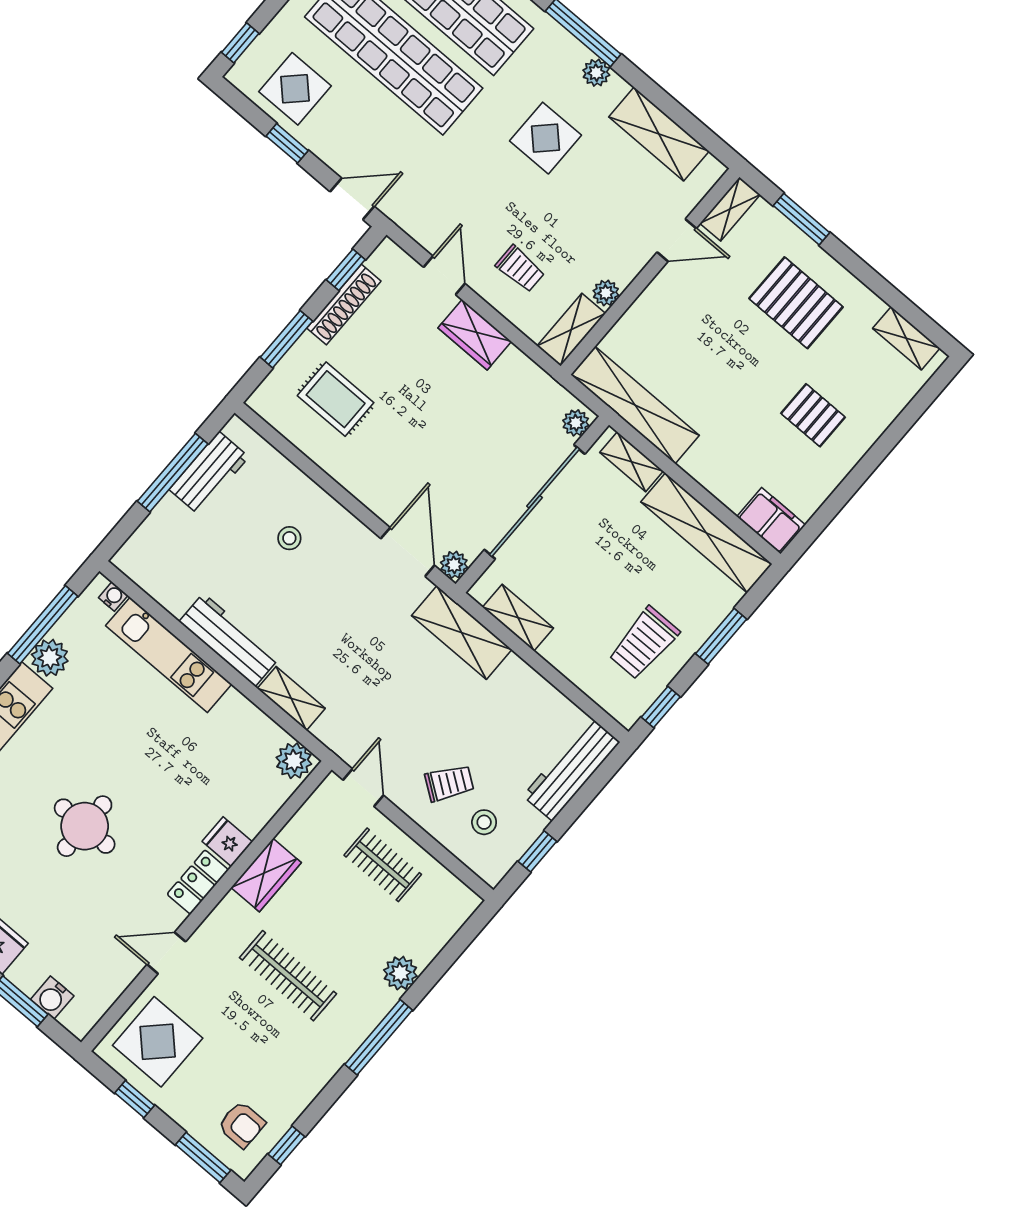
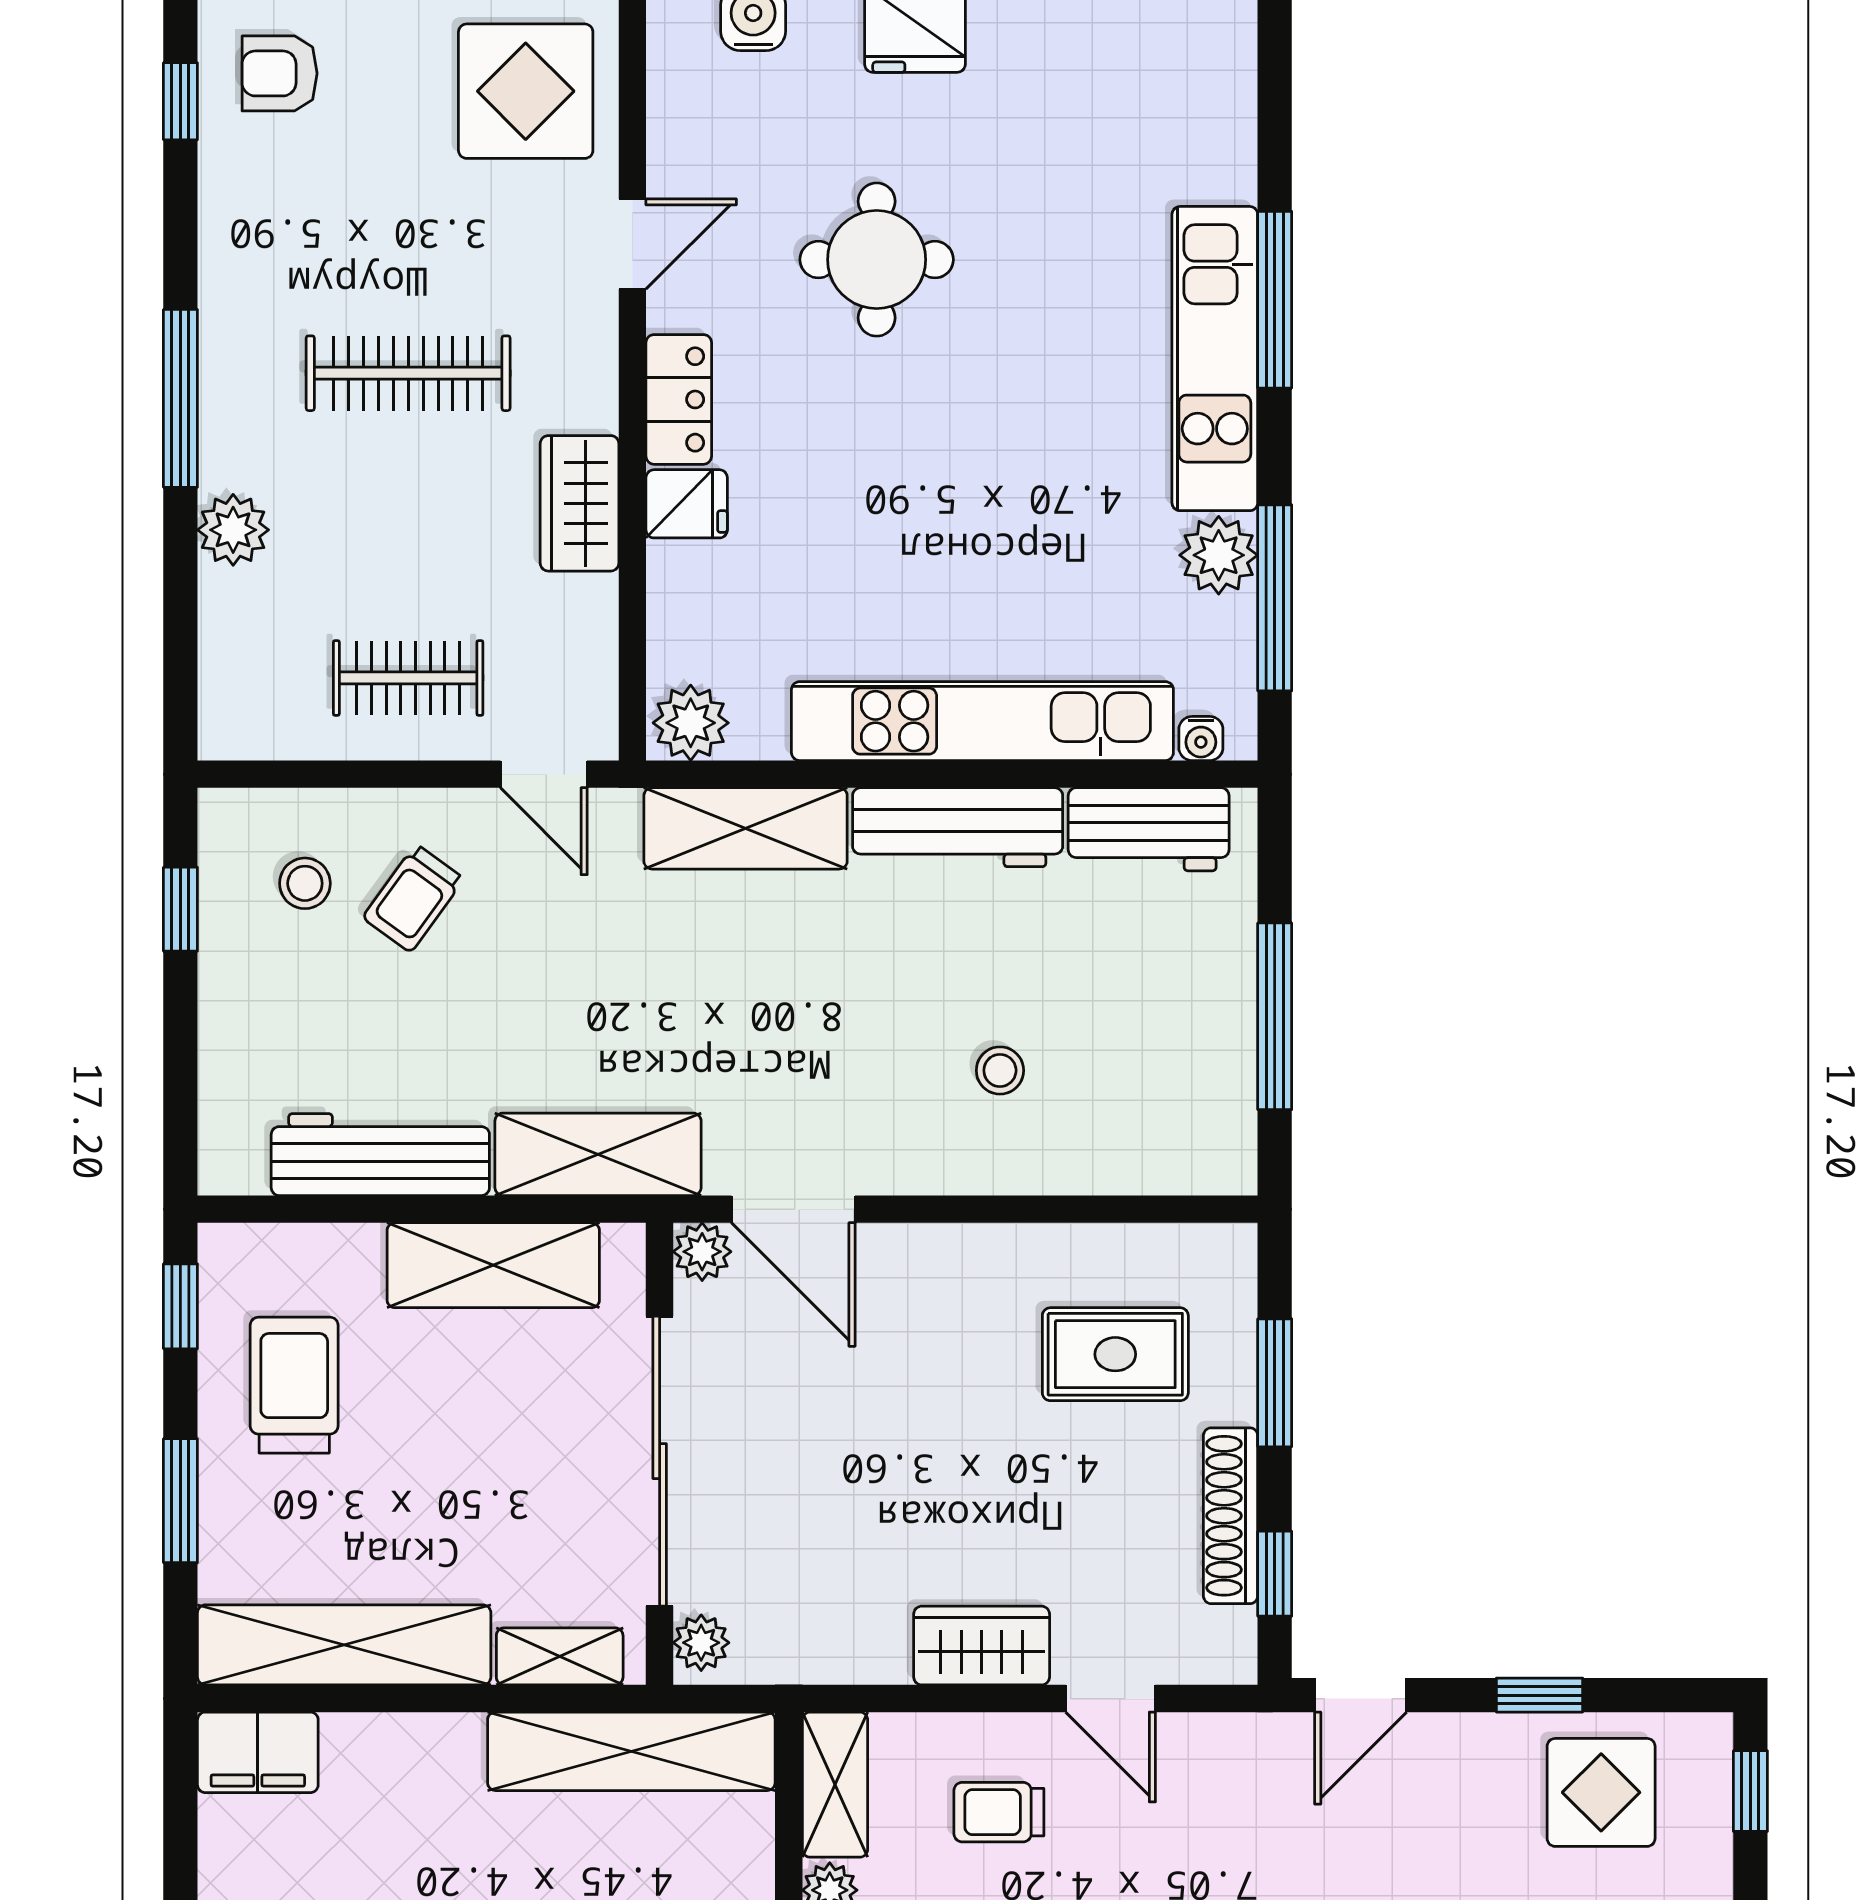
workbench: (209, 473) -> (1149, 829), moved, turned -90
shelving: (518, 618) -> (493, 1265), width x1.50, depth x1.33
kitchen unit: (169, 655) -> (982, 721), width x1.36
shelving: (291, 698) -> (746, 828), width x1.50, depth x1.33
workbench: (571, 769) -> (380, 1155), moved, turned -90
round table: (85, 826) -> (877, 260), moved

